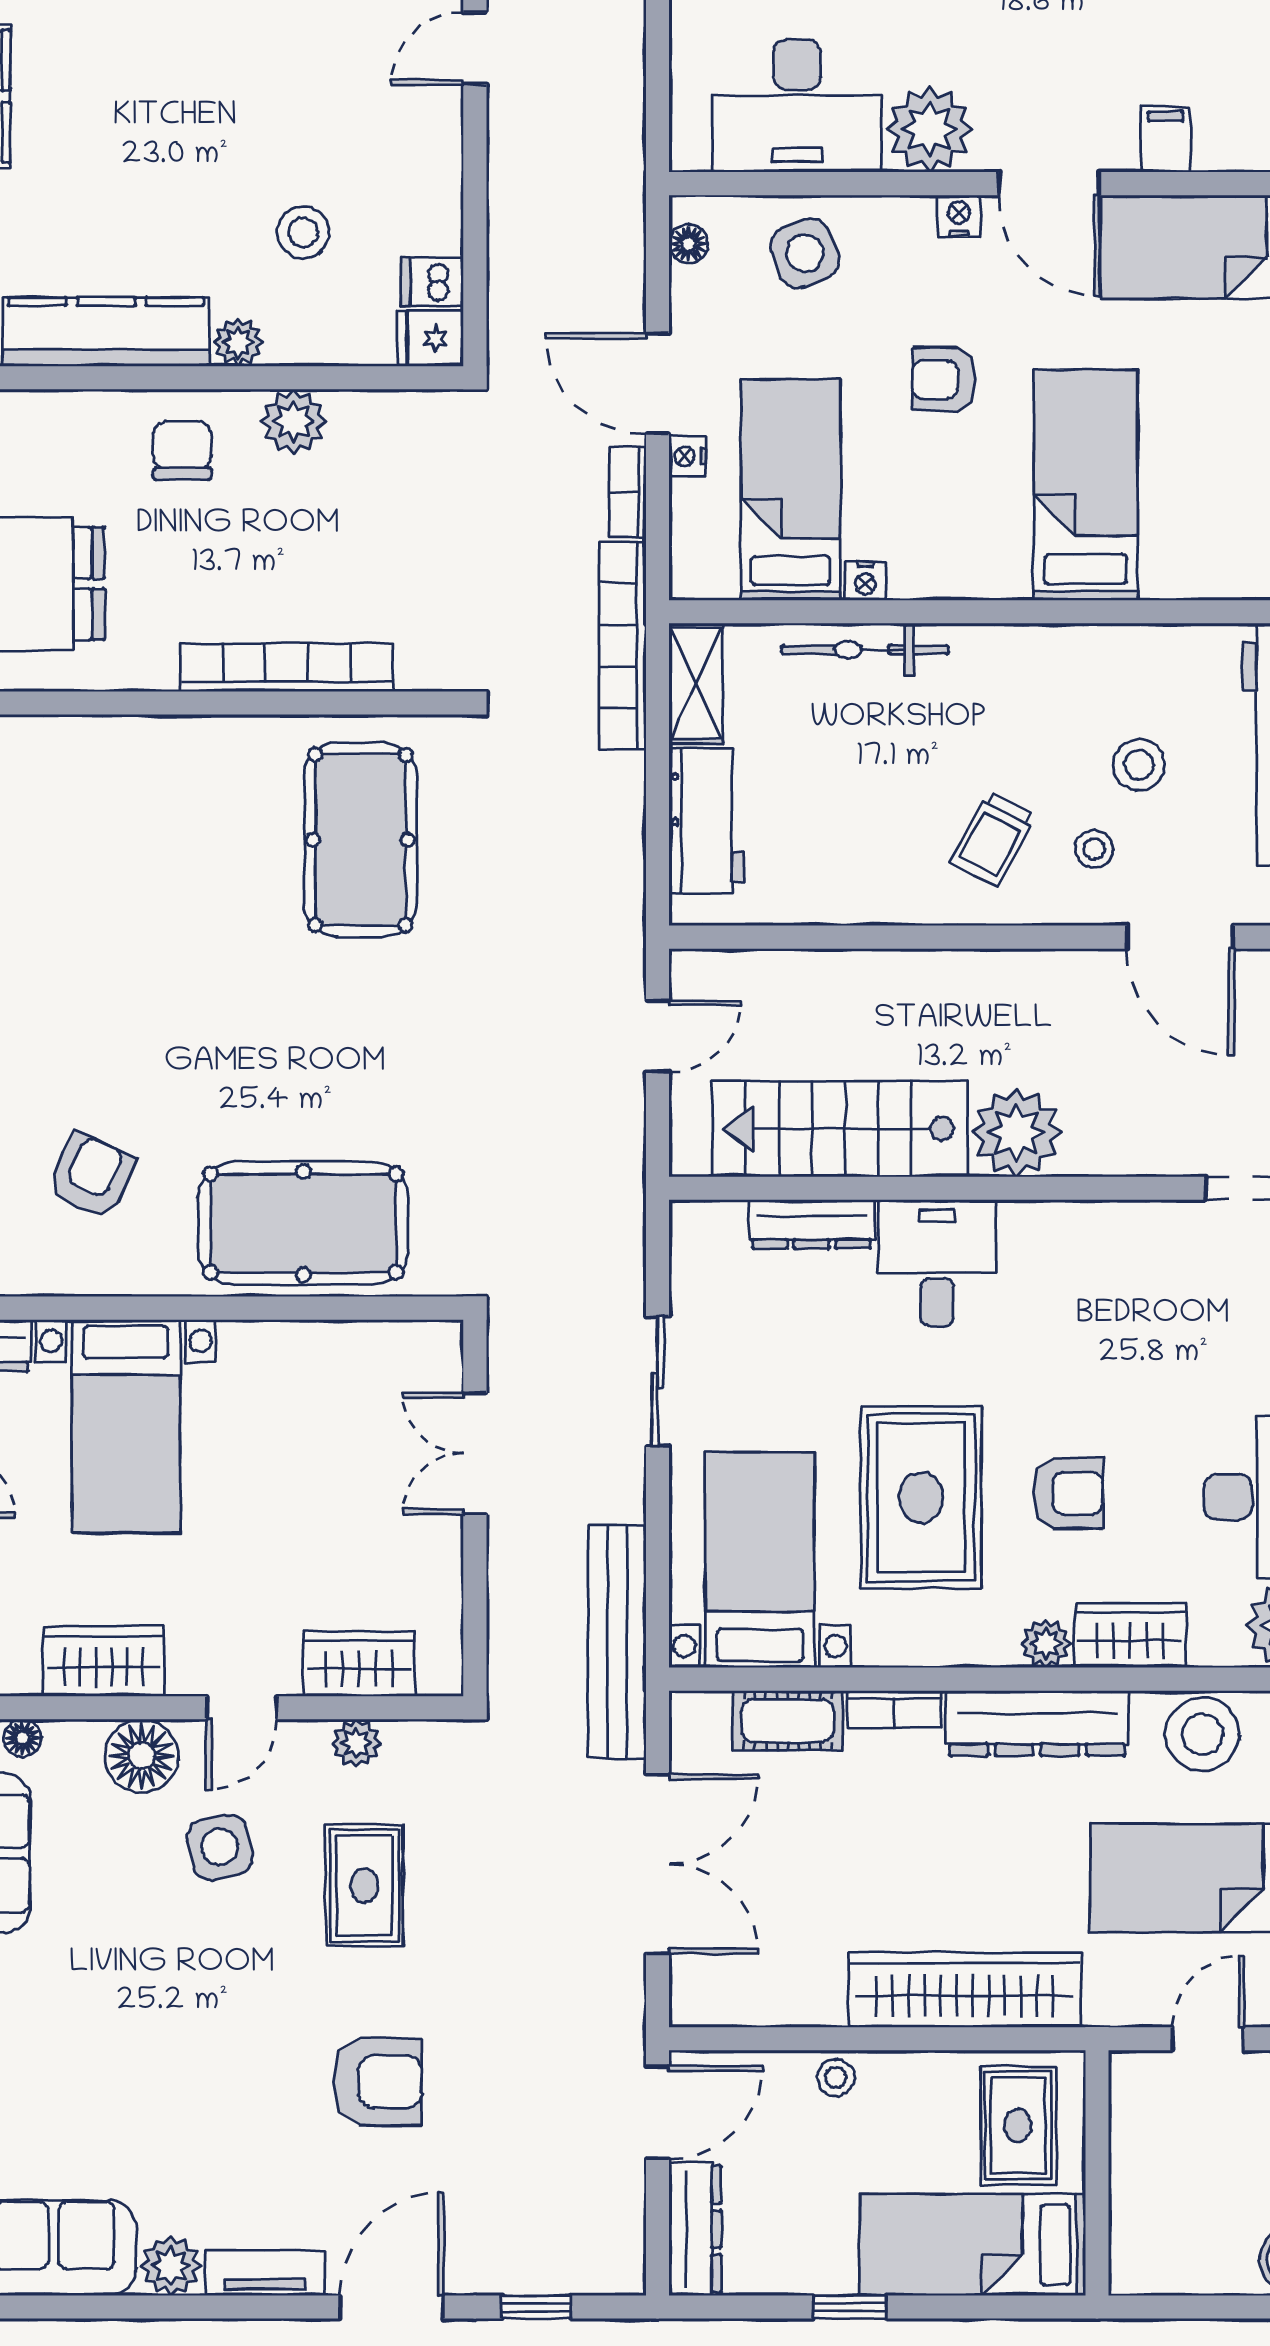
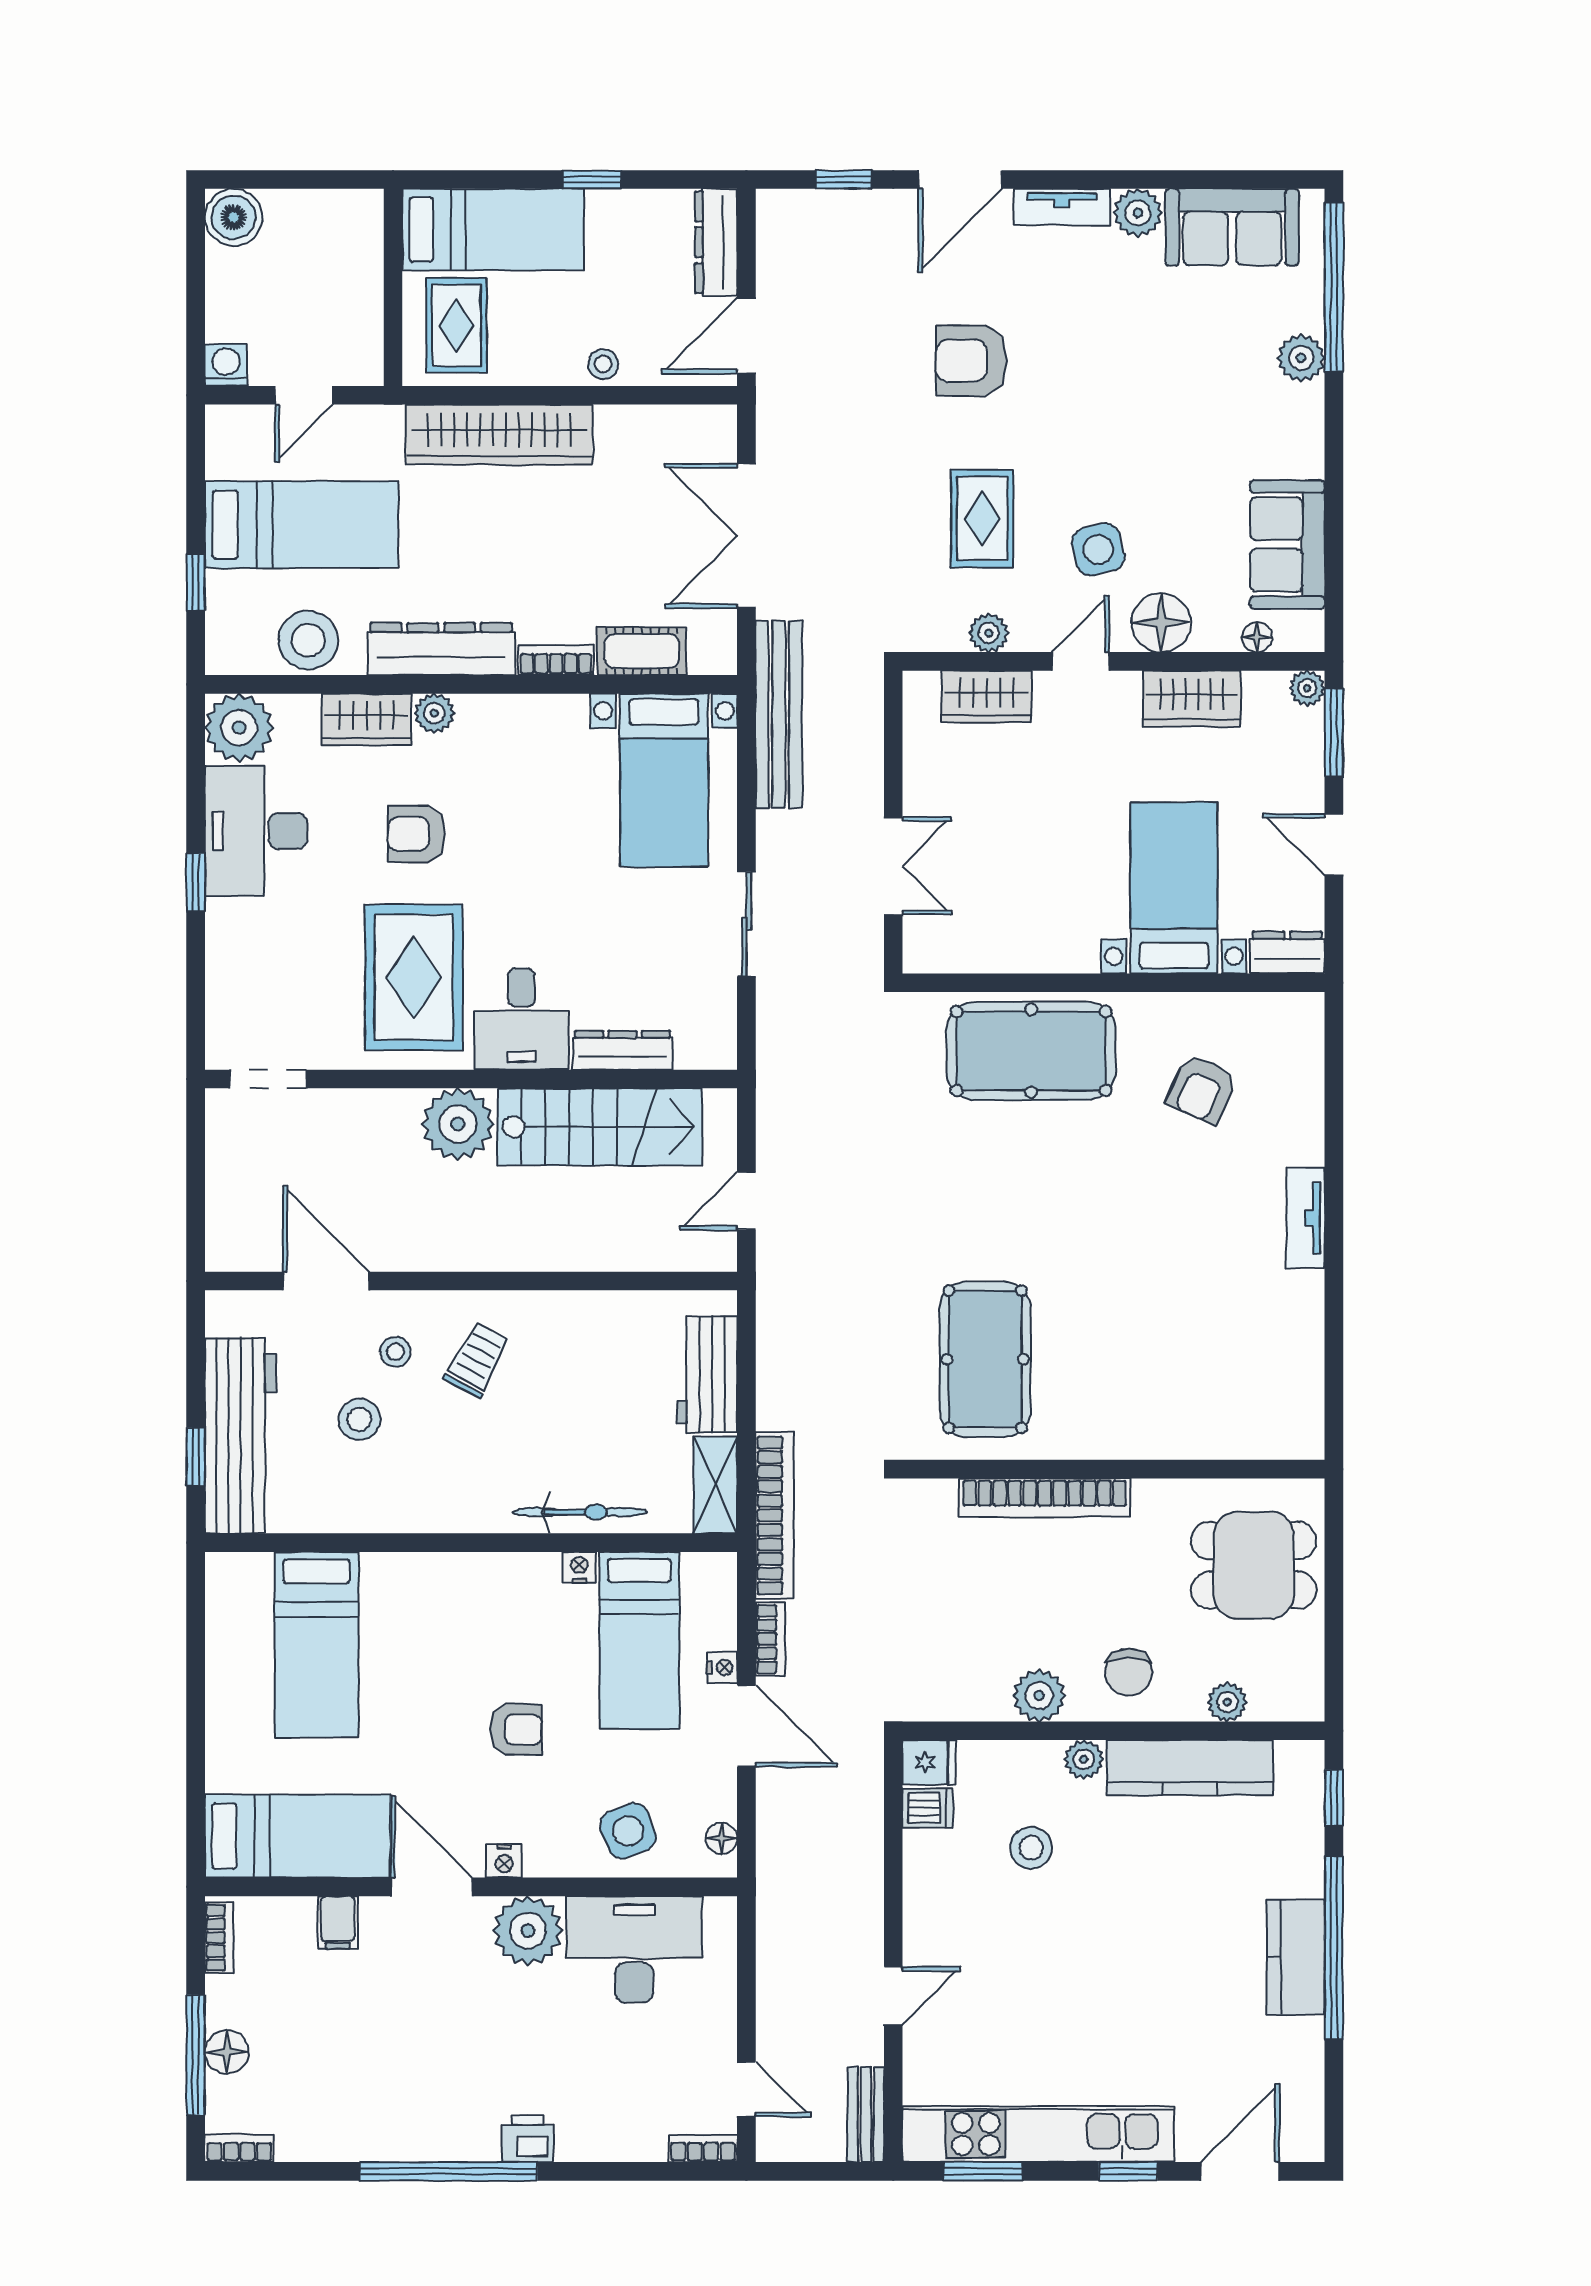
plant: (59, 413) -> (1227, 1702), added
bed: (1086, 485) -> (317, 1645), moved
rug: (921, 1498) -> (414, 977), moved

